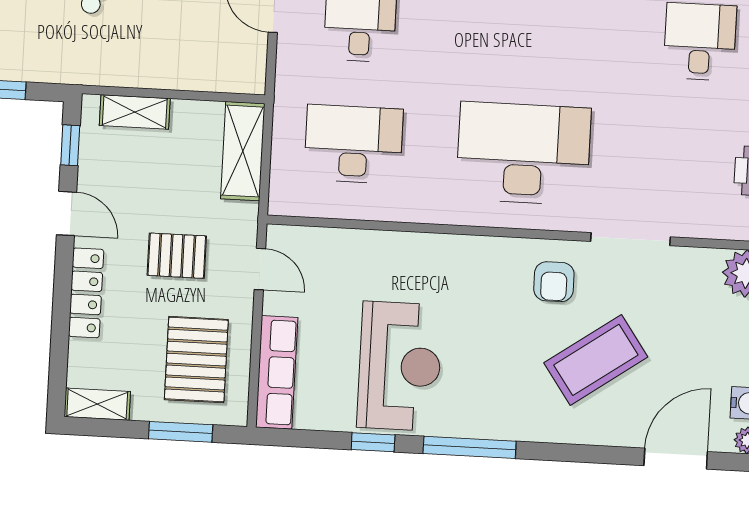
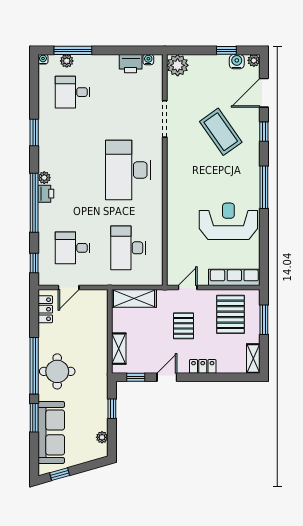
armchair: (554, 282) -> (186, 153), removed
locker: (86, 293) -> (203, 366), width x0.66
pallet: (196, 360) -> (230, 314), turned 90
window: (373, 442) -> (264, 132), moved
door: (676, 459) -> (264, 93), hinge flipped

